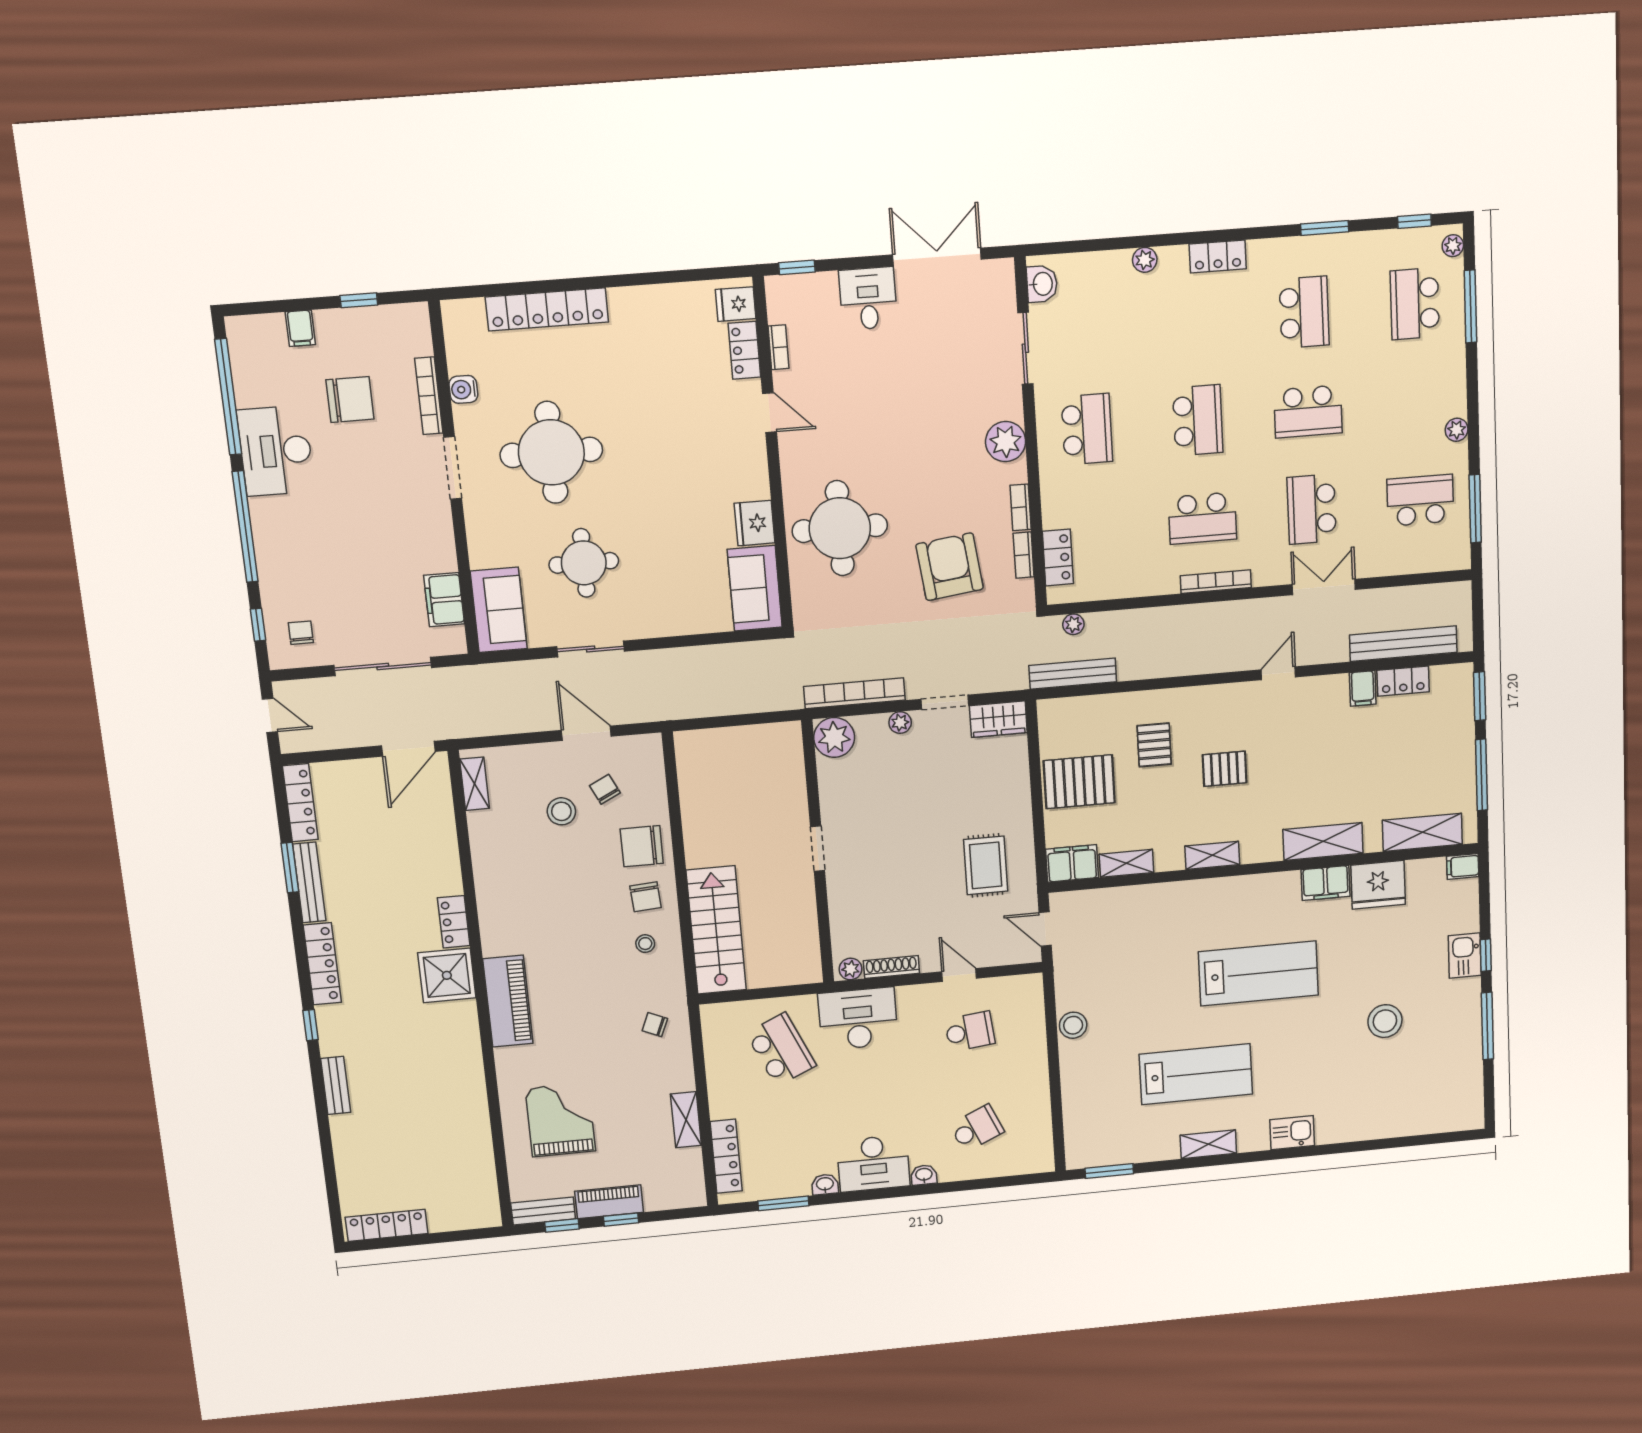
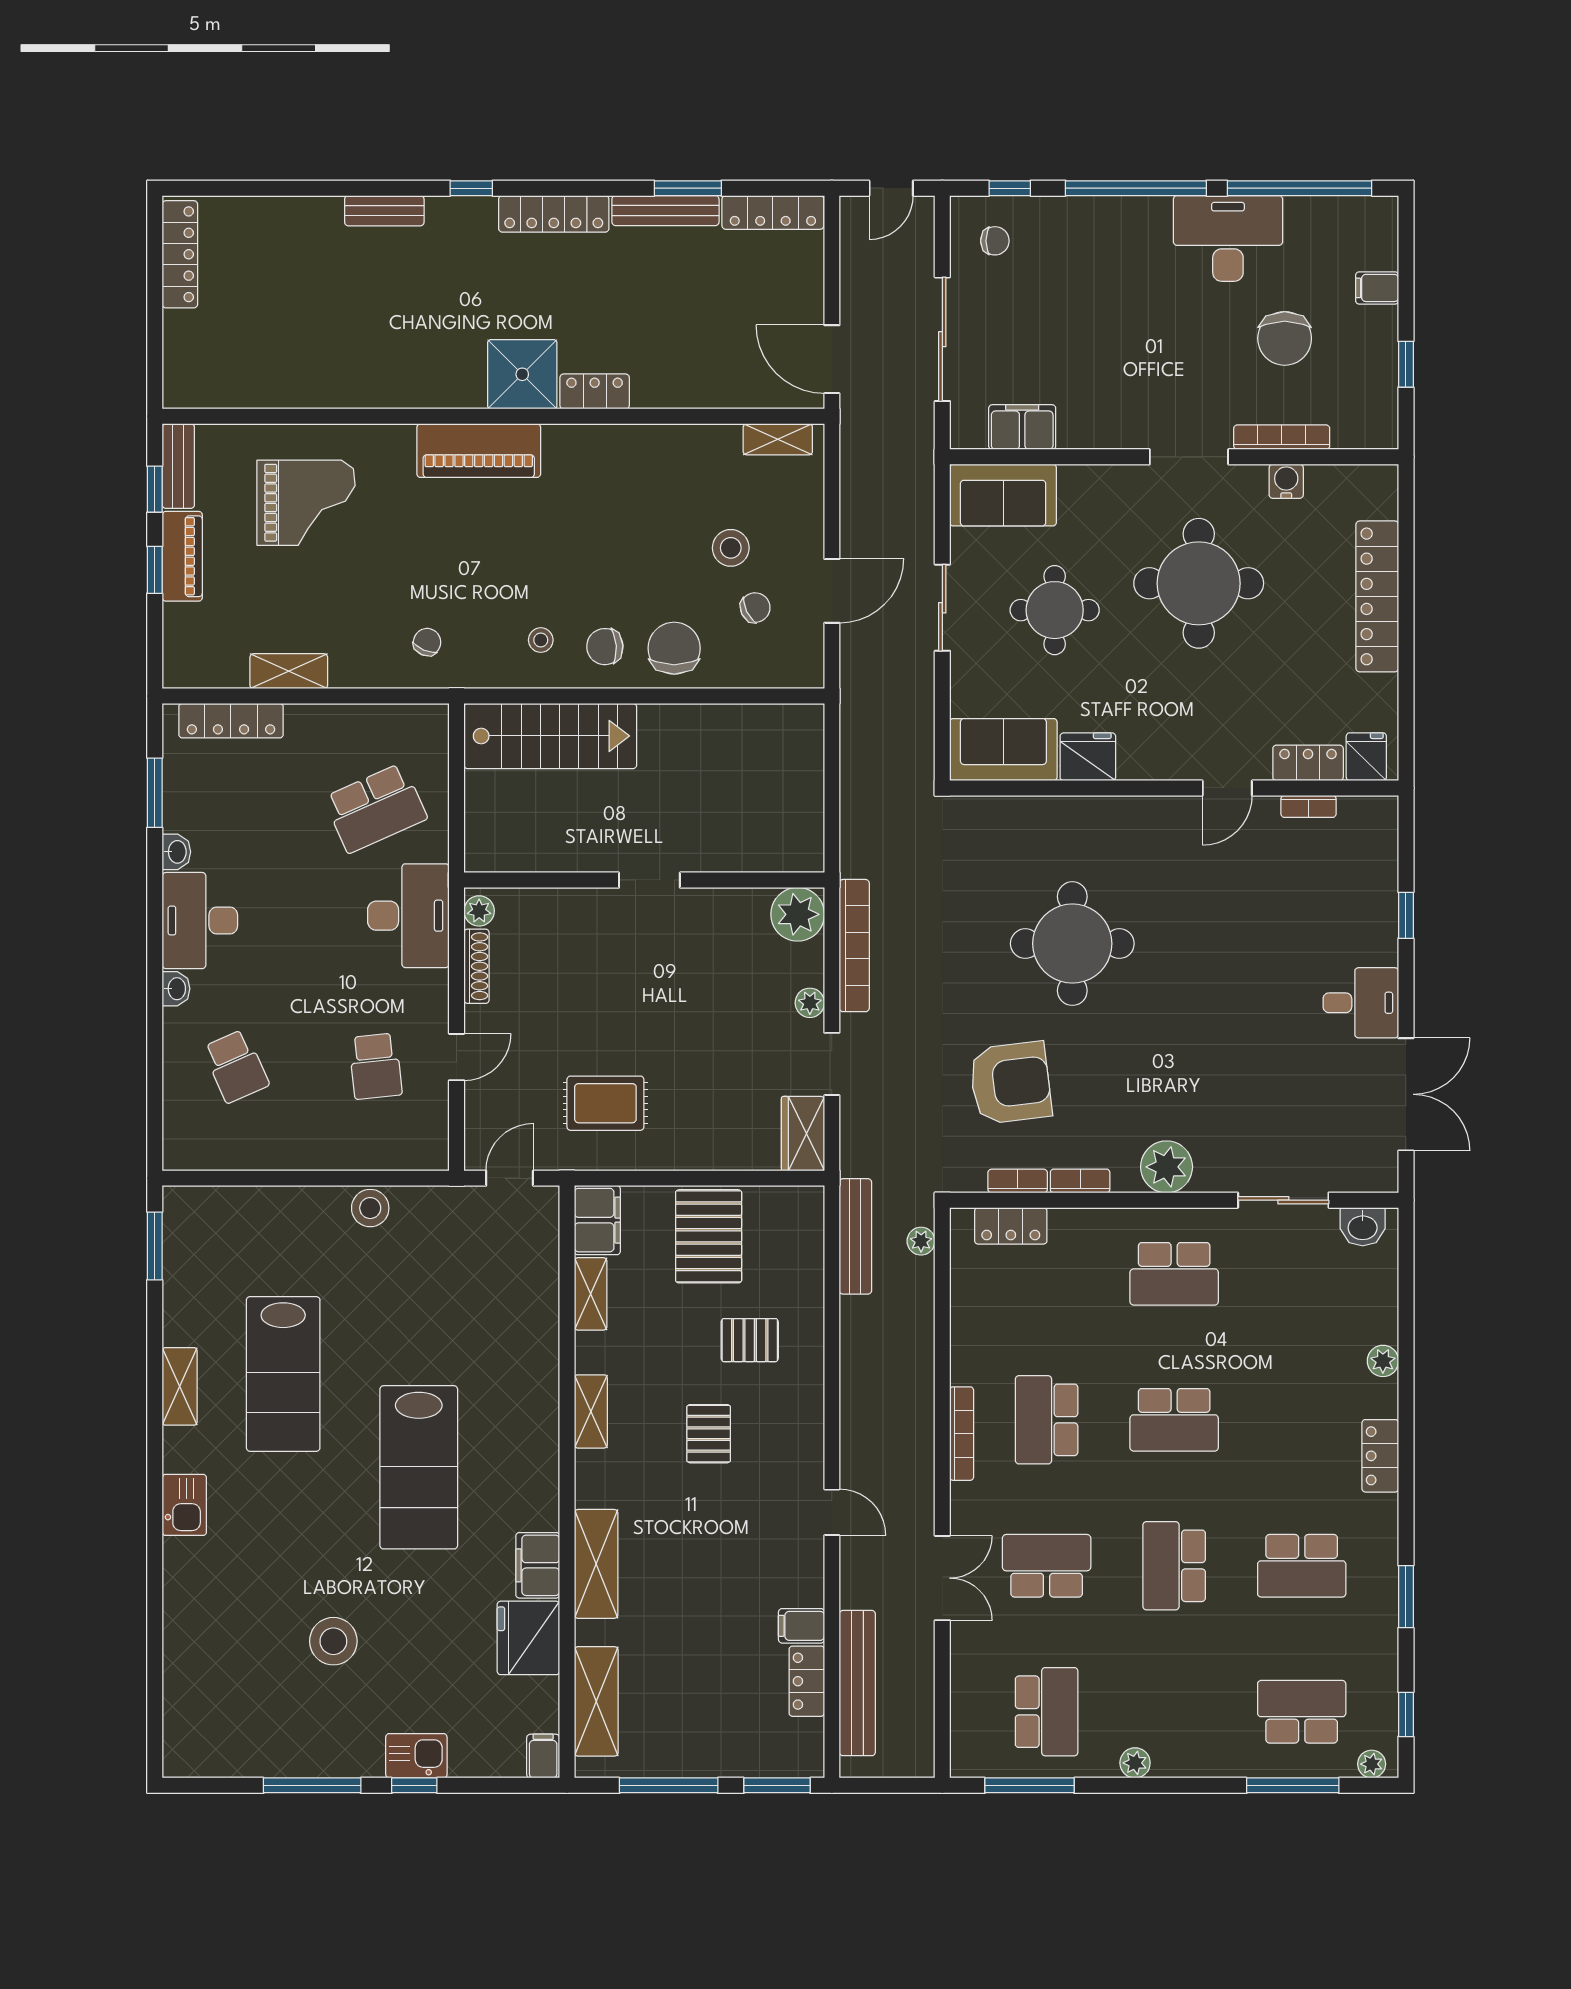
fridge: (736, 304) -> (1366, 757), moved
bookcase: (778, 347) -> (1309, 806), moved
locker: (744, 350) -> (1308, 763), moved
door: (770, 413) -> (1227, 788), moved
wall: (773, 454) -> (1174, 788), moved
fridge: (755, 523) -> (1088, 757), moved
sofa: (755, 588) -> (1003, 750), moved

